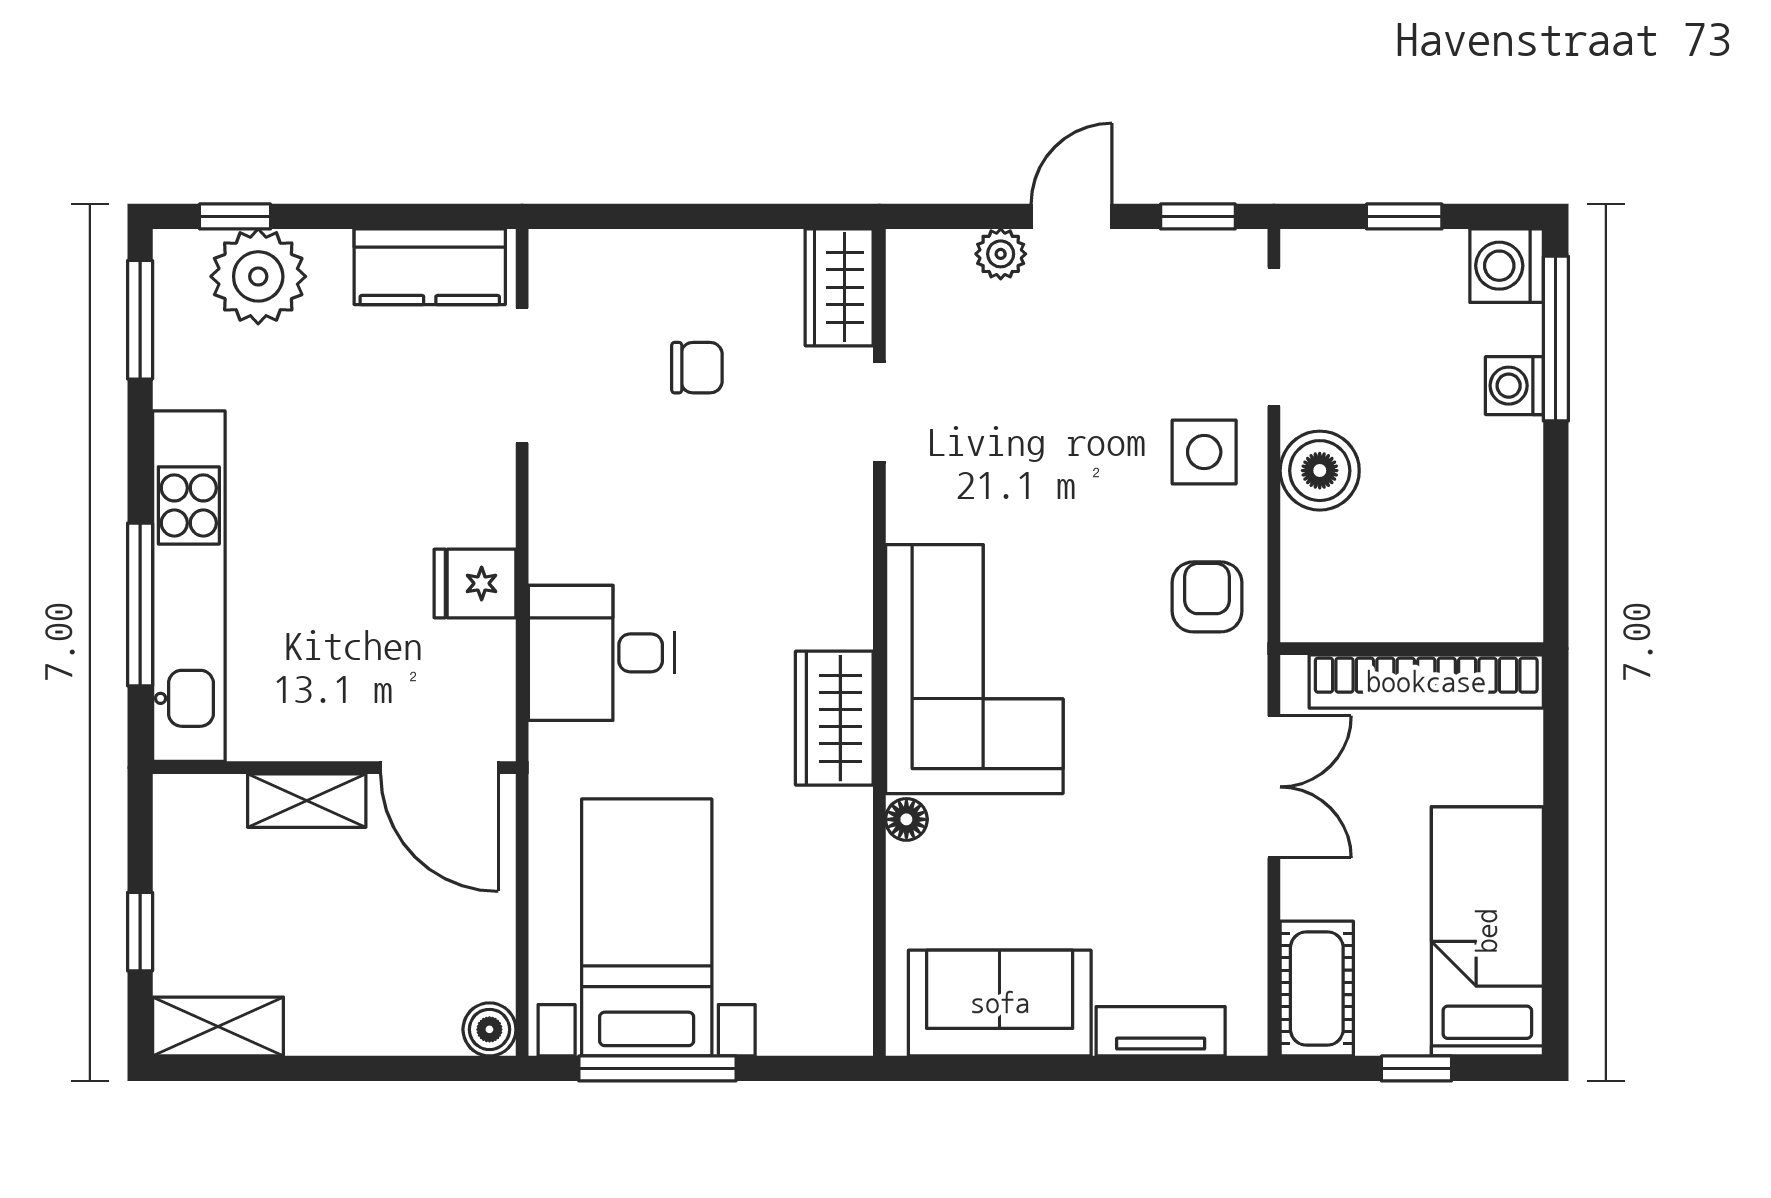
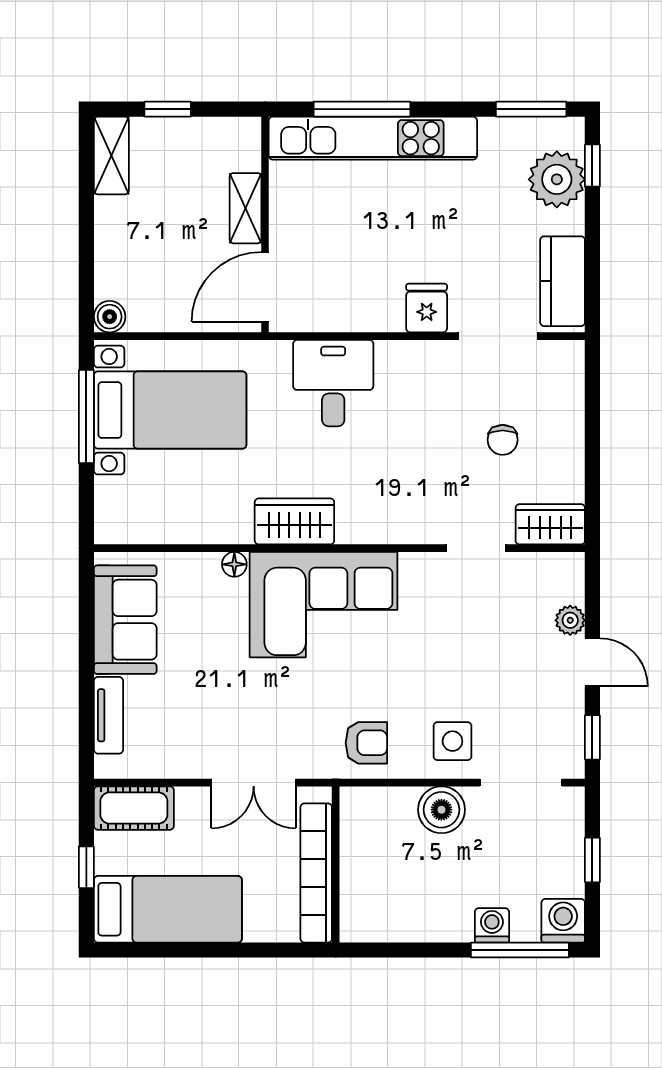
fridge: (475, 583) -> (427, 308), moved

